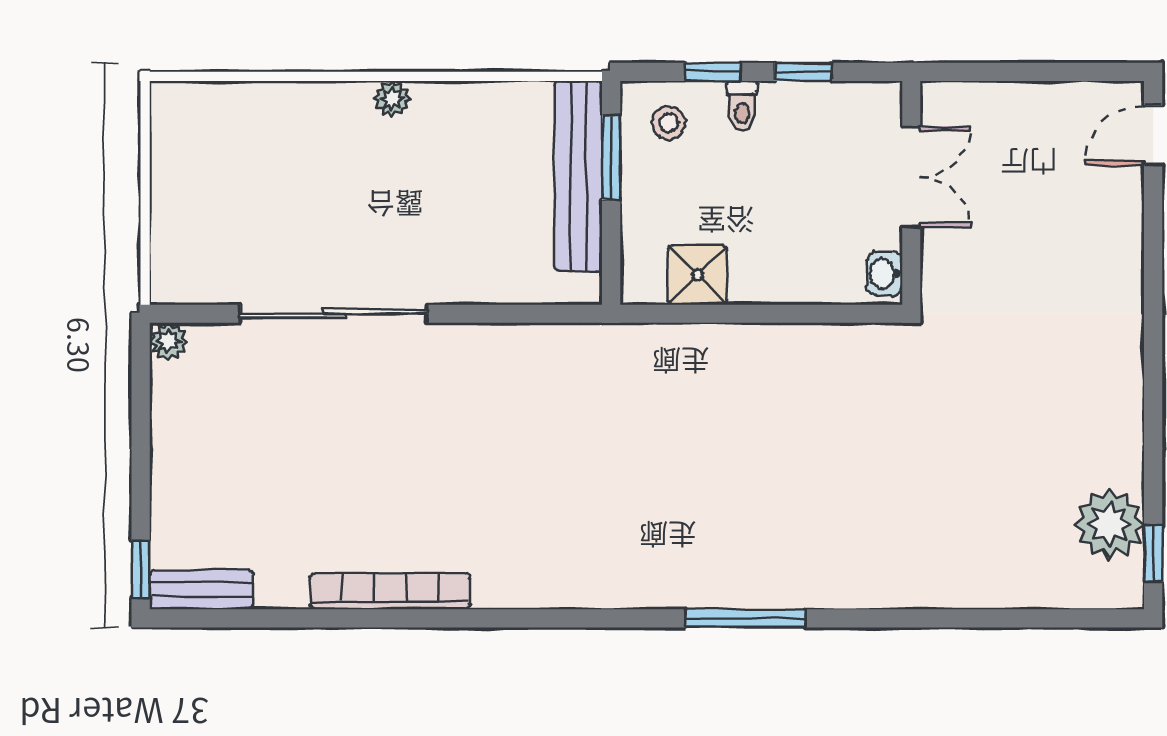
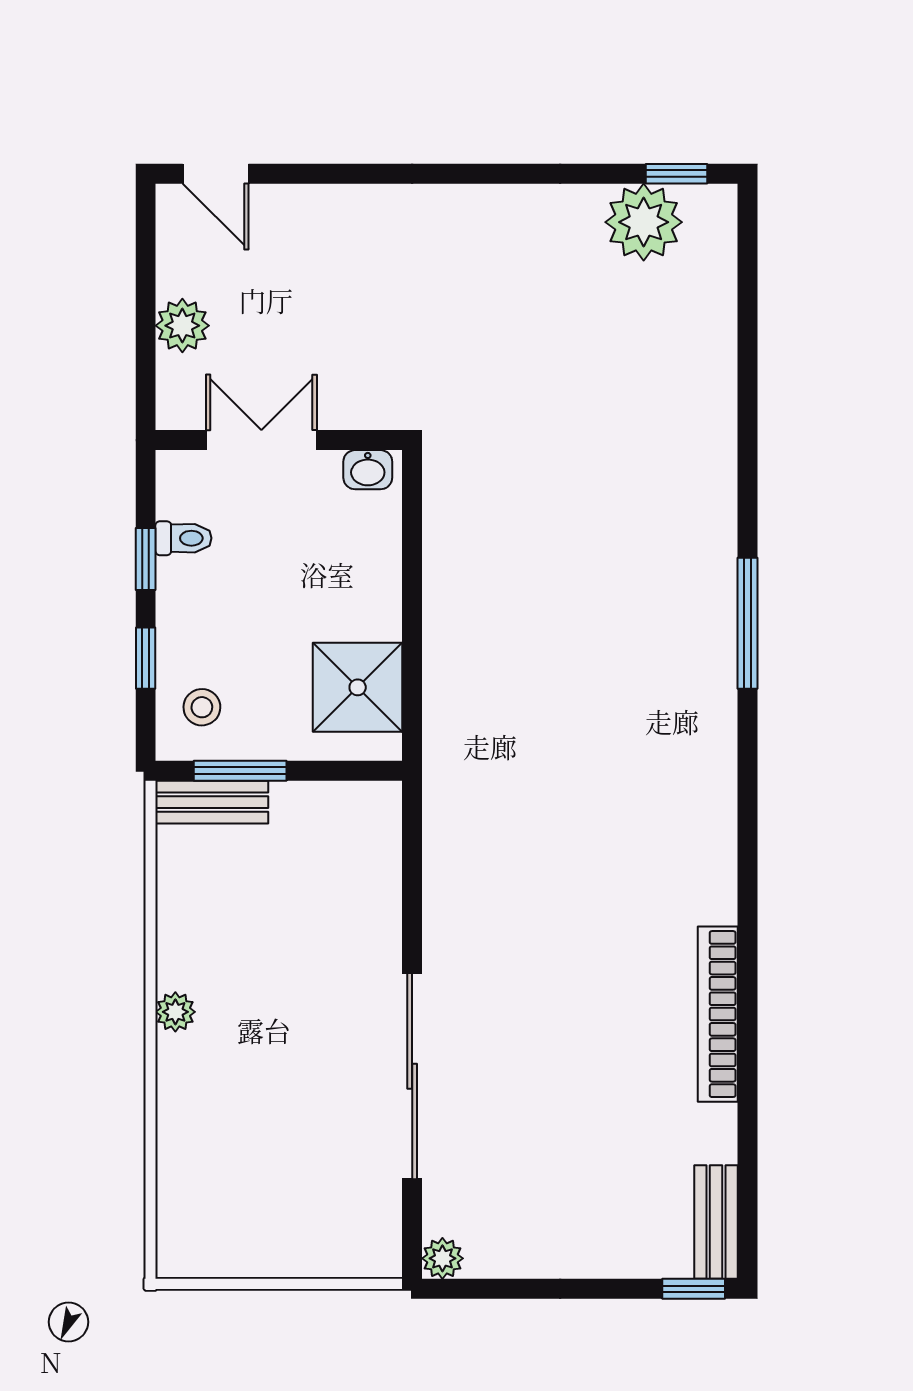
plant: (1015, 105) -> (182, 326), added
toilet: (742, 106) -> (183, 538), moved
bench: (578, 176) -> (212, 802), width x0.54, depth x0.82
shower: (698, 275) -> (358, 687), width x1.36, depth x1.36

